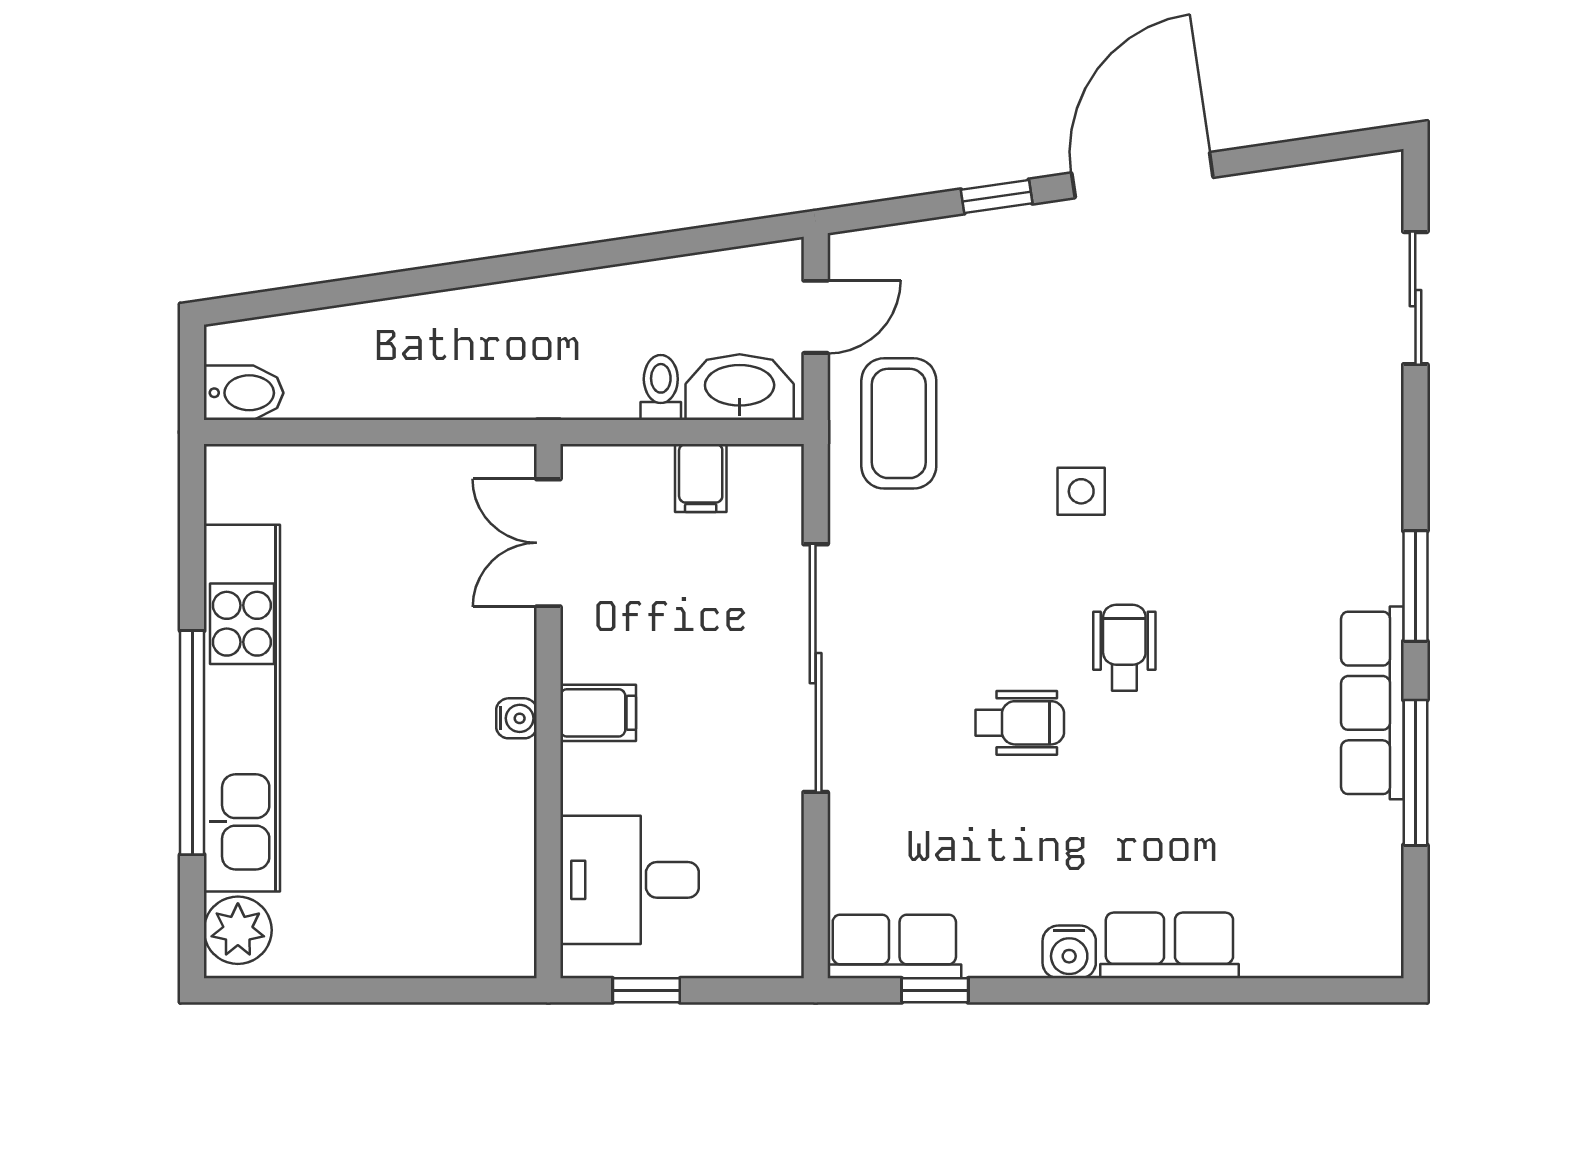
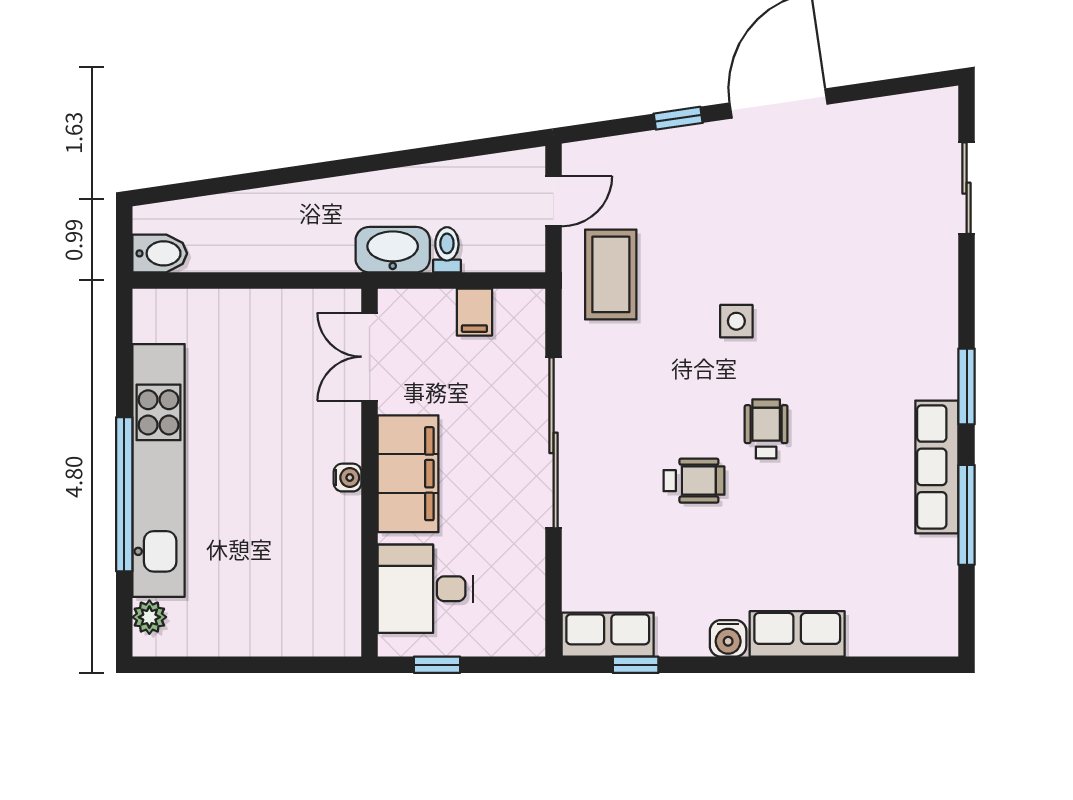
washbasin: (740, 387) -> (393, 250), moved
filing cabinet: (598, 713) -> (408, 474), width x3.00, depth x1.17
plant: (238, 930) -> (149, 617), width x0.73, depth x0.73

